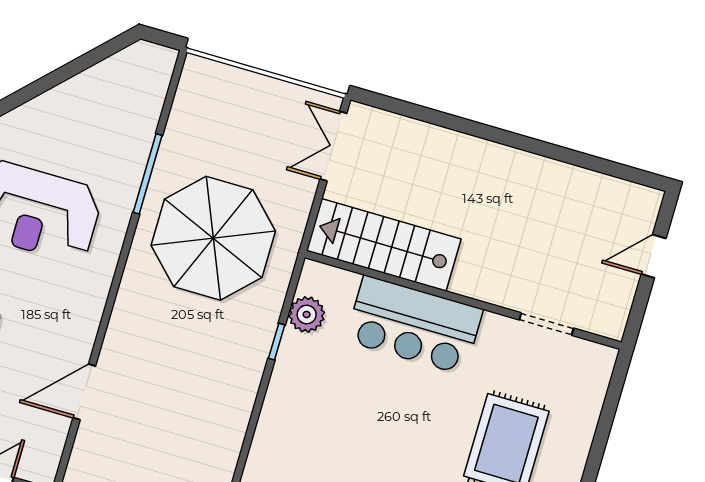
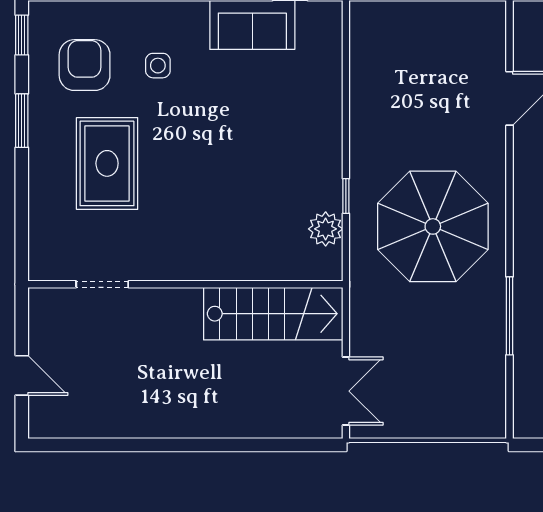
parasol: (213, 238) -> (433, 226), moved
door: (654, 256) -> (22, 375), hinge flipped
bar counter: (414, 325) -> (224, 248), removed

